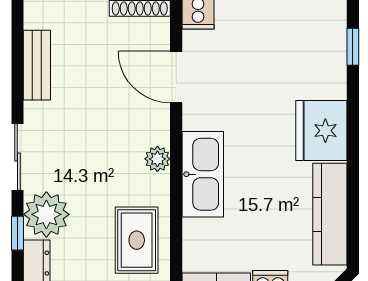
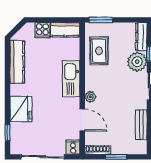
fridge: (321, 131) -> (21, 109), moved
plant: (157, 159) -> (90, 97), moved

